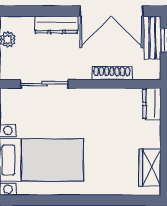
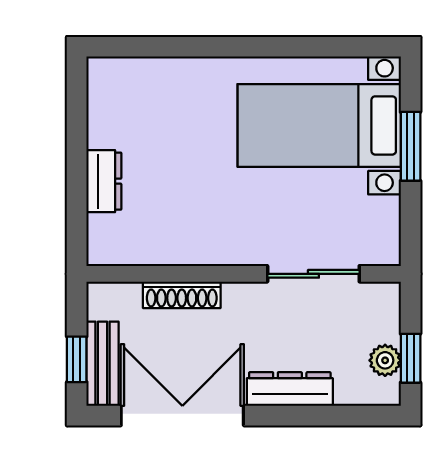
dresser: (152, 104) -> (104, 181), moved
wardrobe: (150, 168) -> (108, 110), removed

